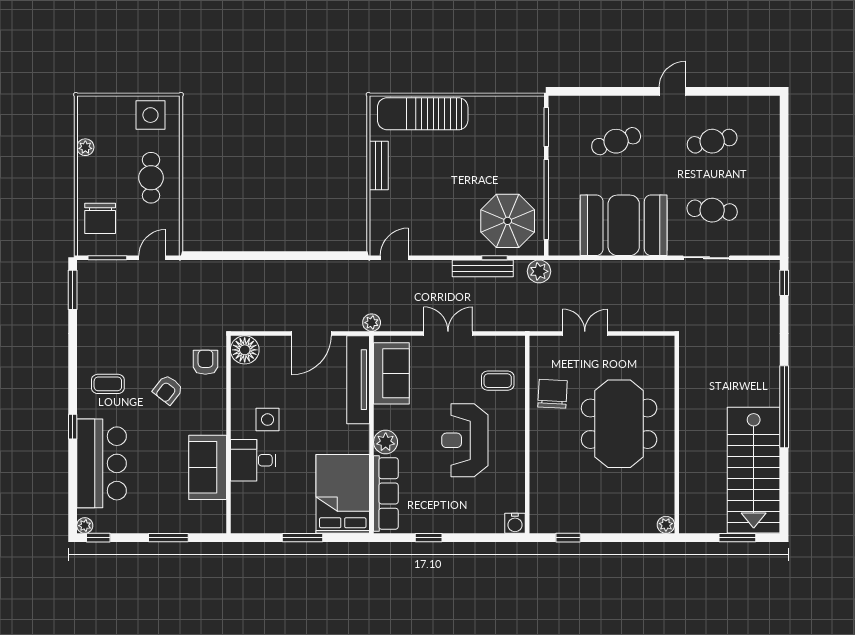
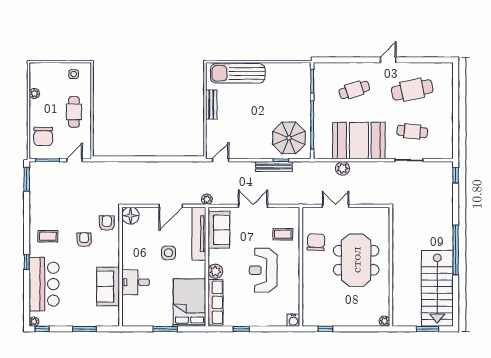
side table: (150, 115) -> (74, 74), width x0.54, depth x0.54
cafe table: (712, 141) -> (412, 90), width x1.37, depth x1.35
plant: (539, 271) -> (343, 168), moved
armchair: (168, 390) -> (84, 240), turned 142
side table: (268, 420) -> (169, 253), moved

